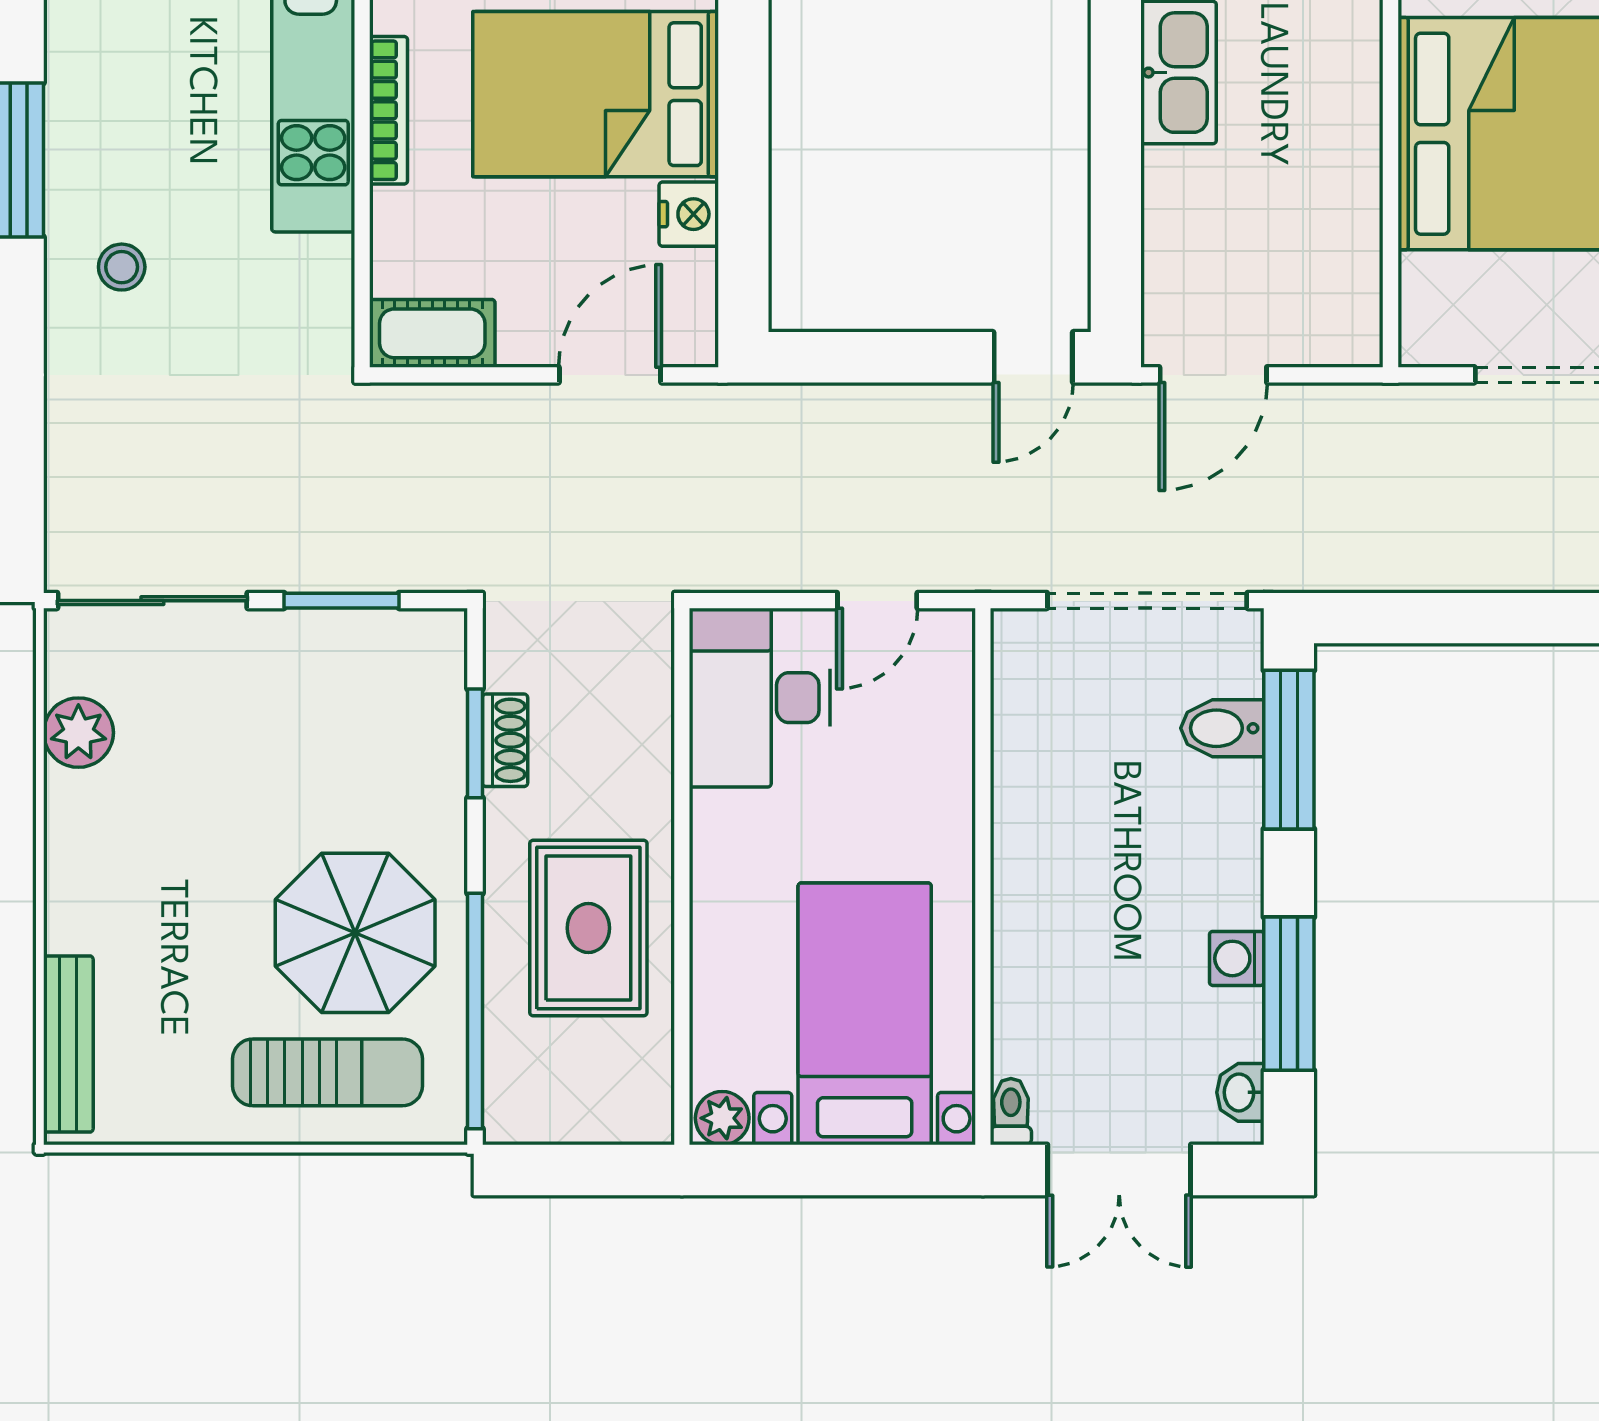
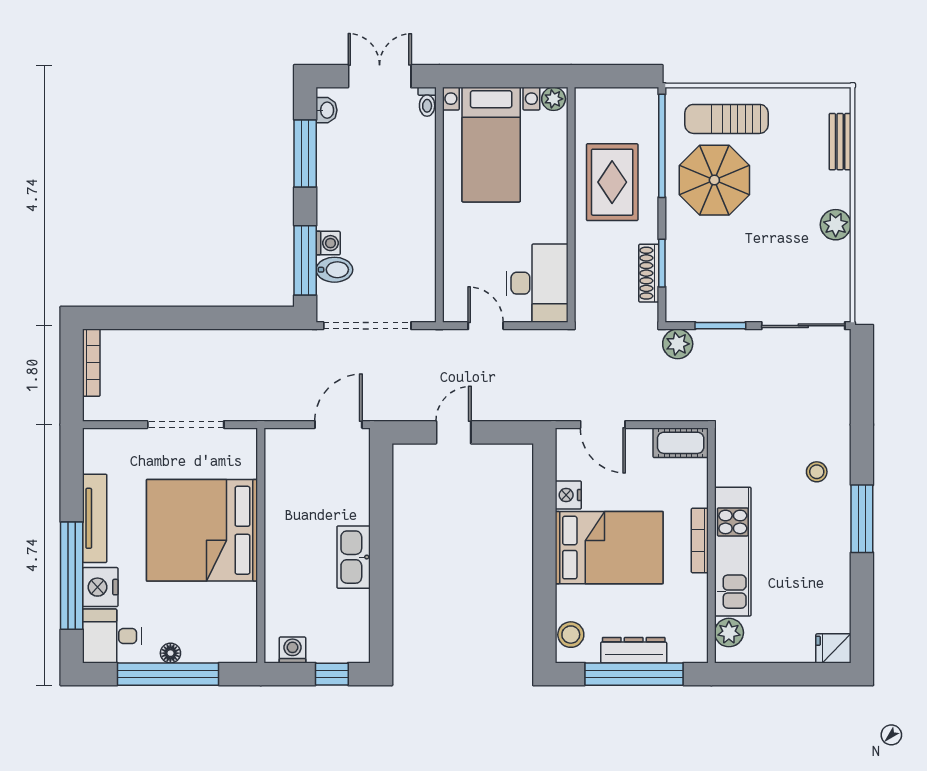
door: (1033, 357) -> (454, 432), moved
door: (610, 375) -> (603, 425), hinge flipped
plant: (439, 559) -> (678, 344), added
door: (877, 601) -> (486, 326), hinge flipped
plant: (78, 733) -> (836, 225), moved
shoe rack: (505, 740) -> (649, 273), width x1.43
washing machine: (1237, 958) -> (328, 243), moved
bench: (68, 1044) -> (840, 142), width x0.73

